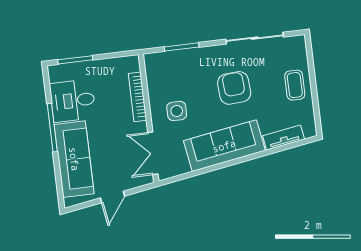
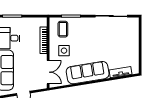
coffee table: (295, 85) -> (63, 29), moved
armchair: (234, 88) -> (97, 42), removed
double door: (153, 153) -> (48, 72), swing flipped

